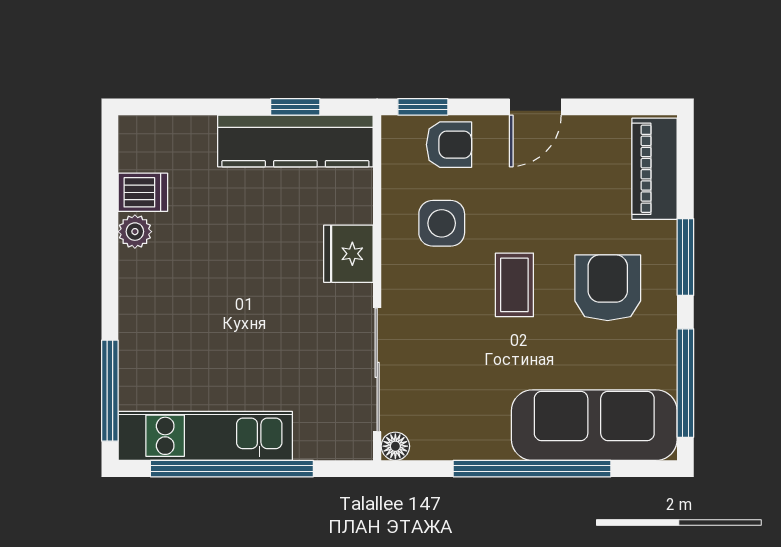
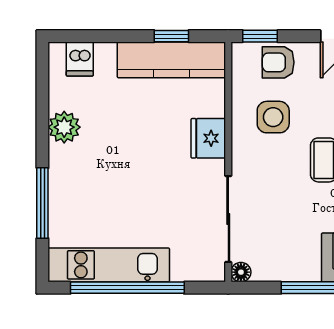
armchair: (449, 145) -> (278, 62), turned 180
dishwasher: (143, 192) -> (80, 59), moved, turned 90
plant: (135, 232) -> (64, 127), width x1.38, depth x1.38
window: (110, 391) -> (42, 203), moved

